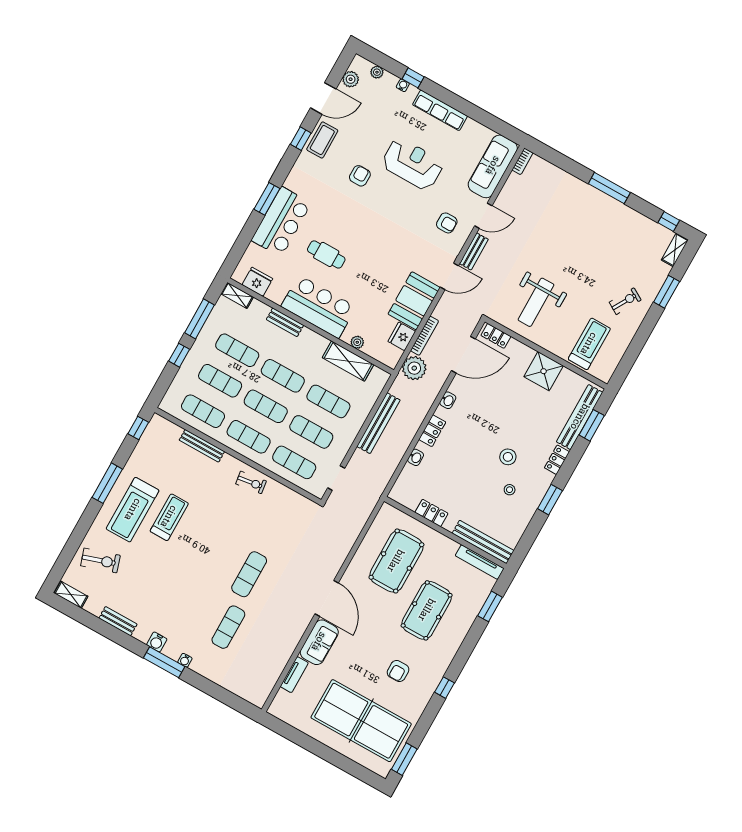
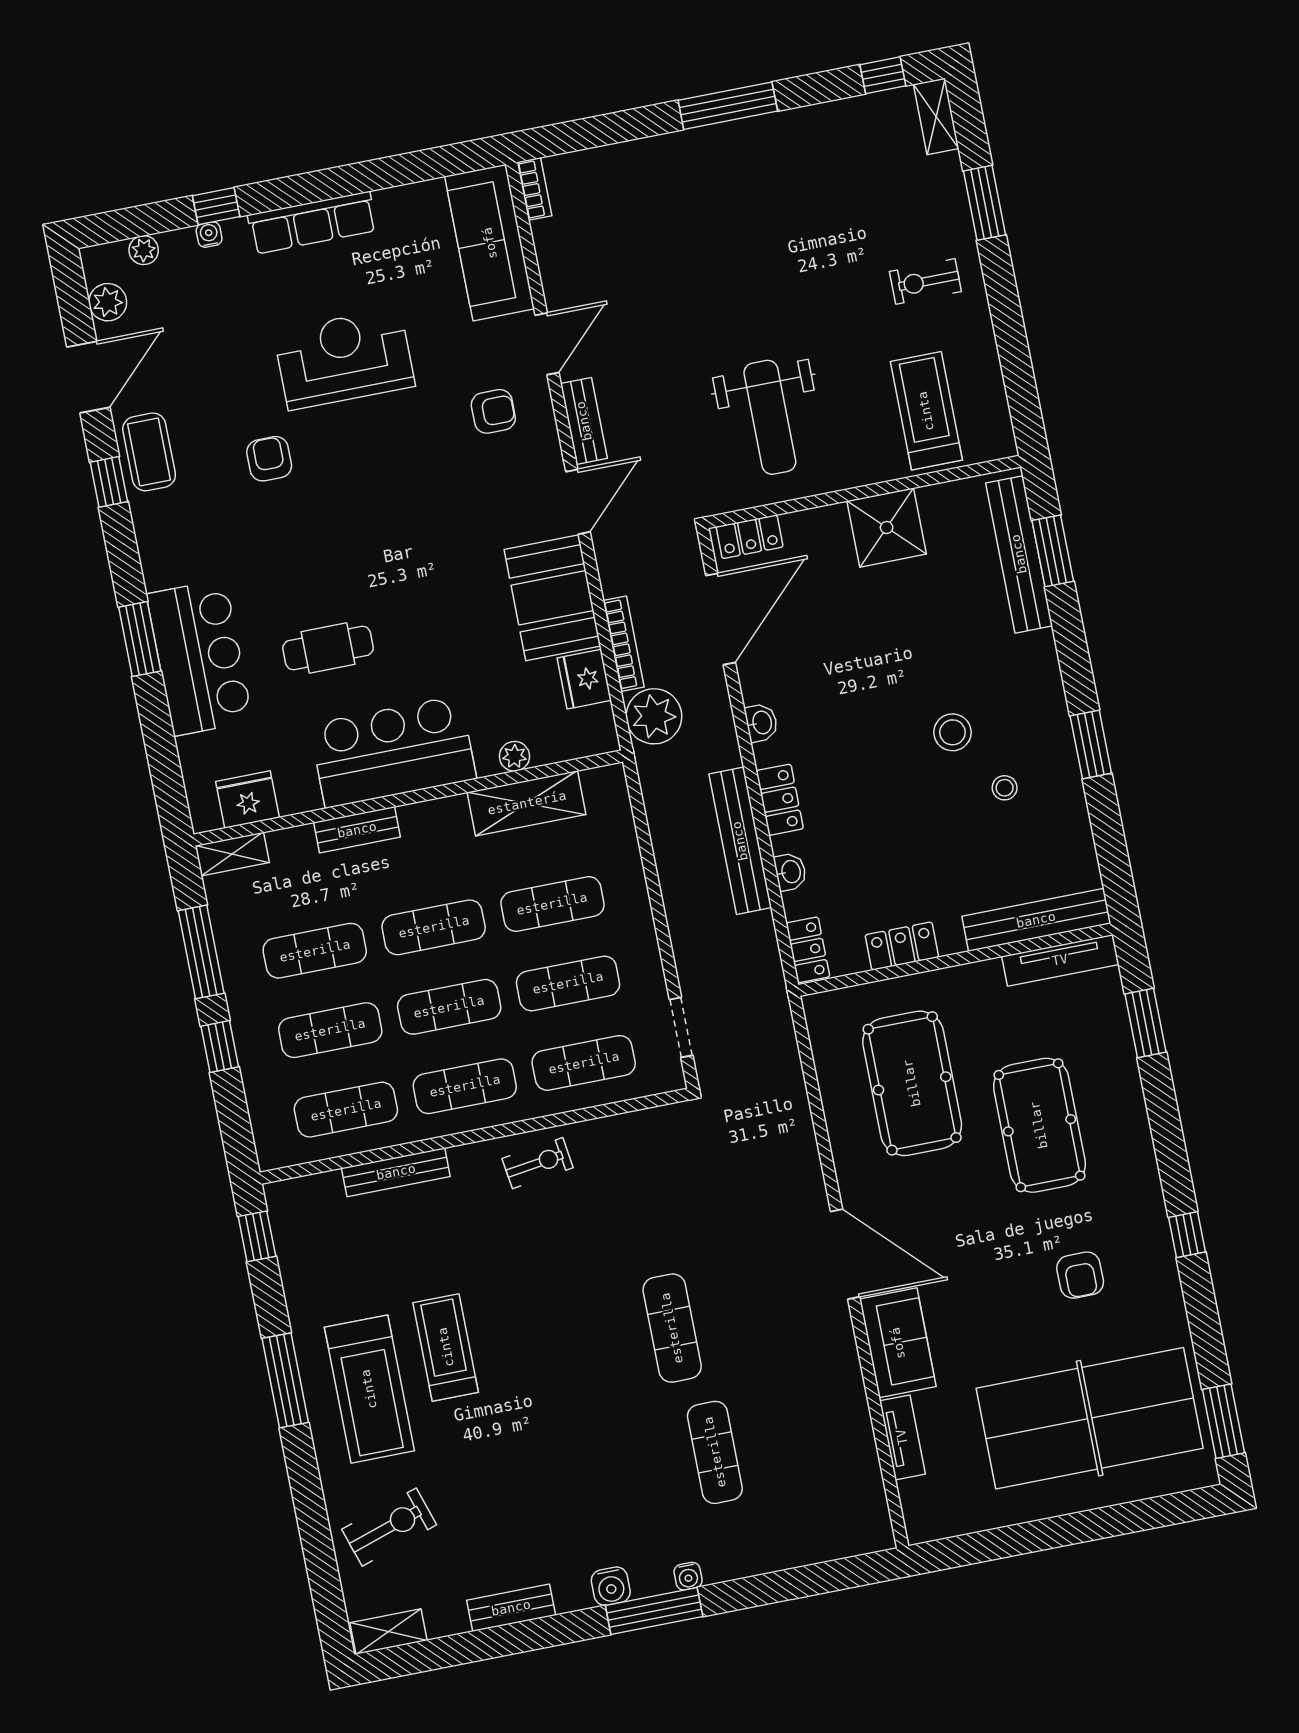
exercise bike: (625, 301) -> (925, 281), turned -120
bench: (378, 423) -> (740, 841), moved
locker: (557, 460) -> (808, 950), moved, turned 180

